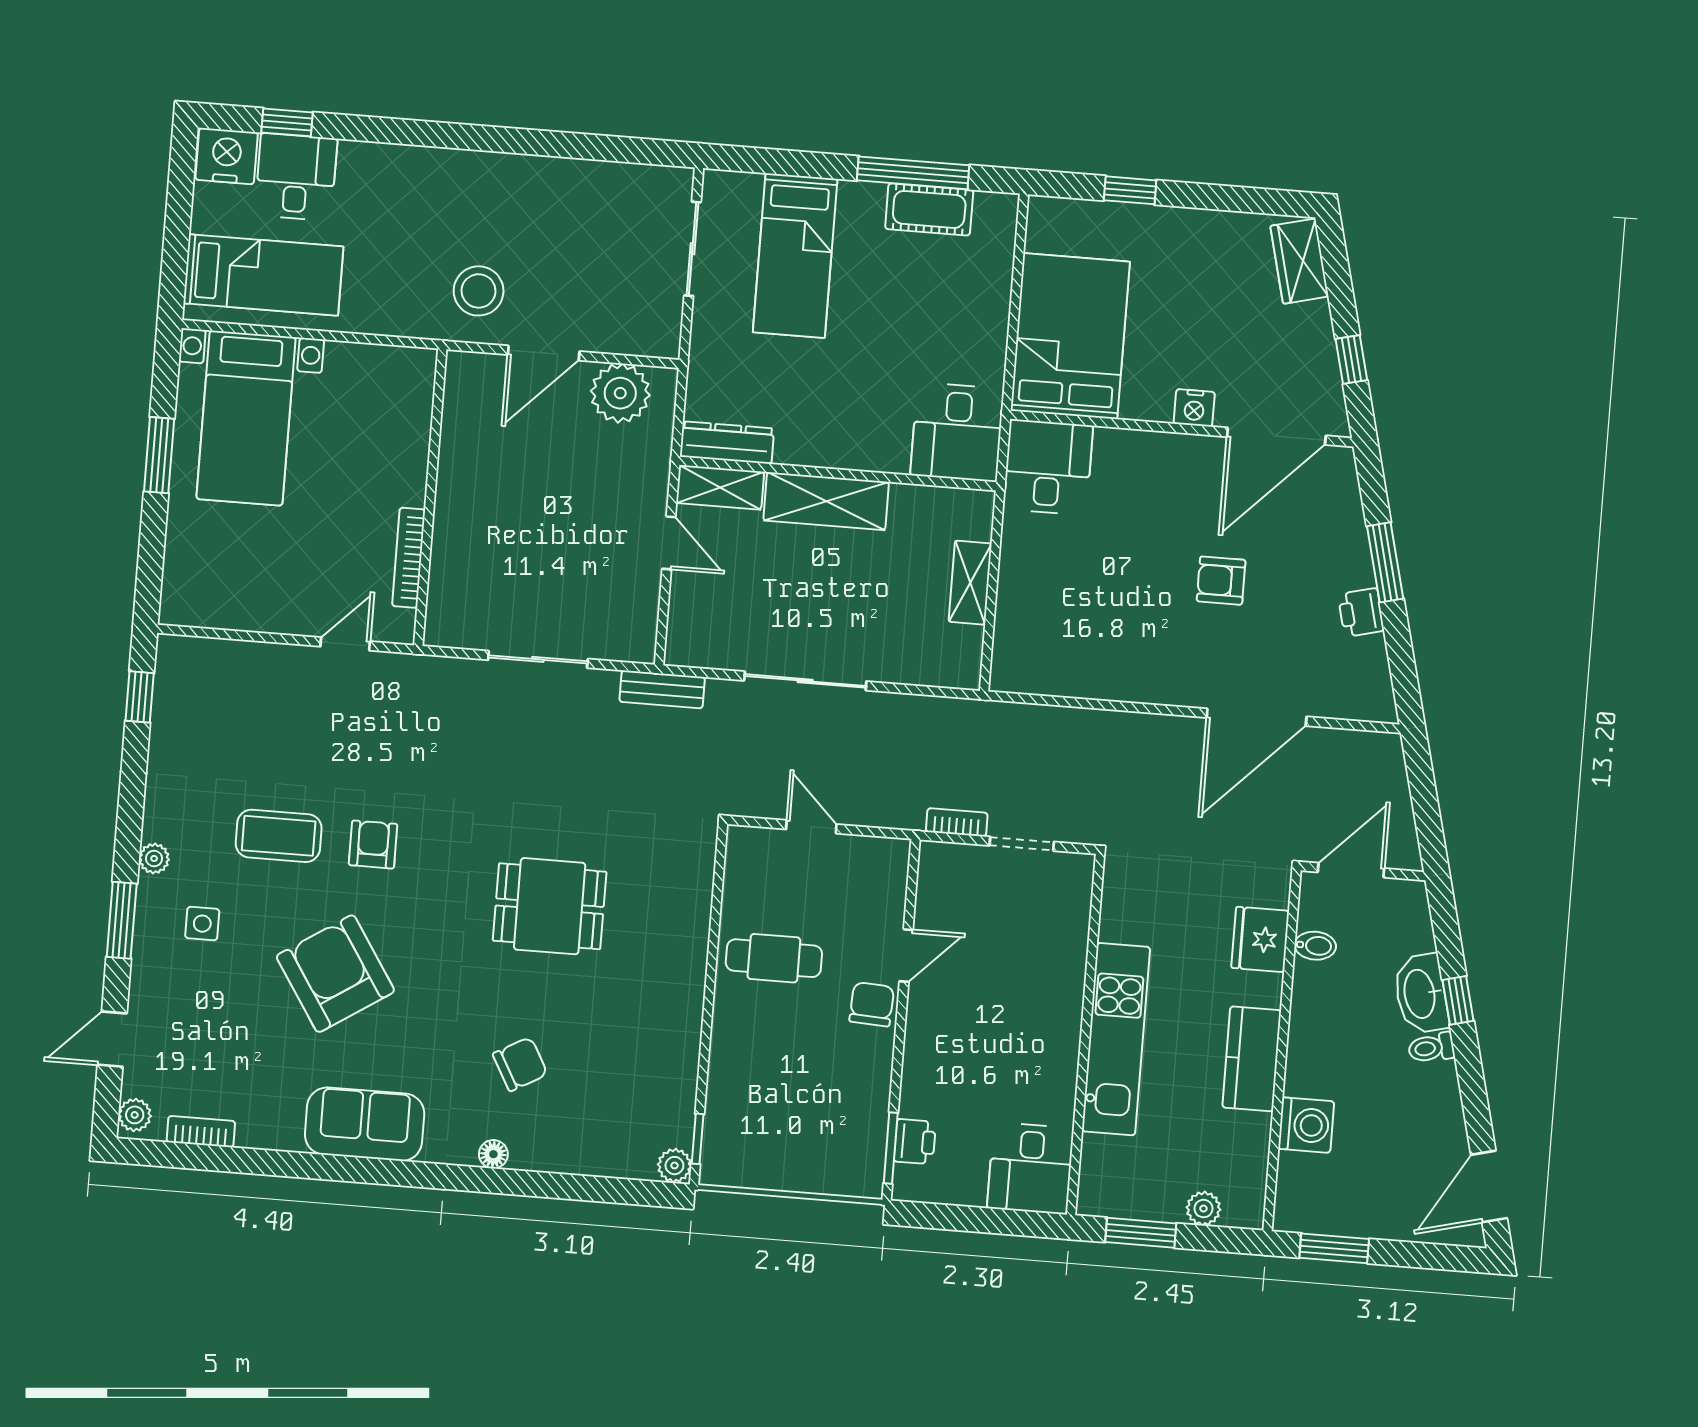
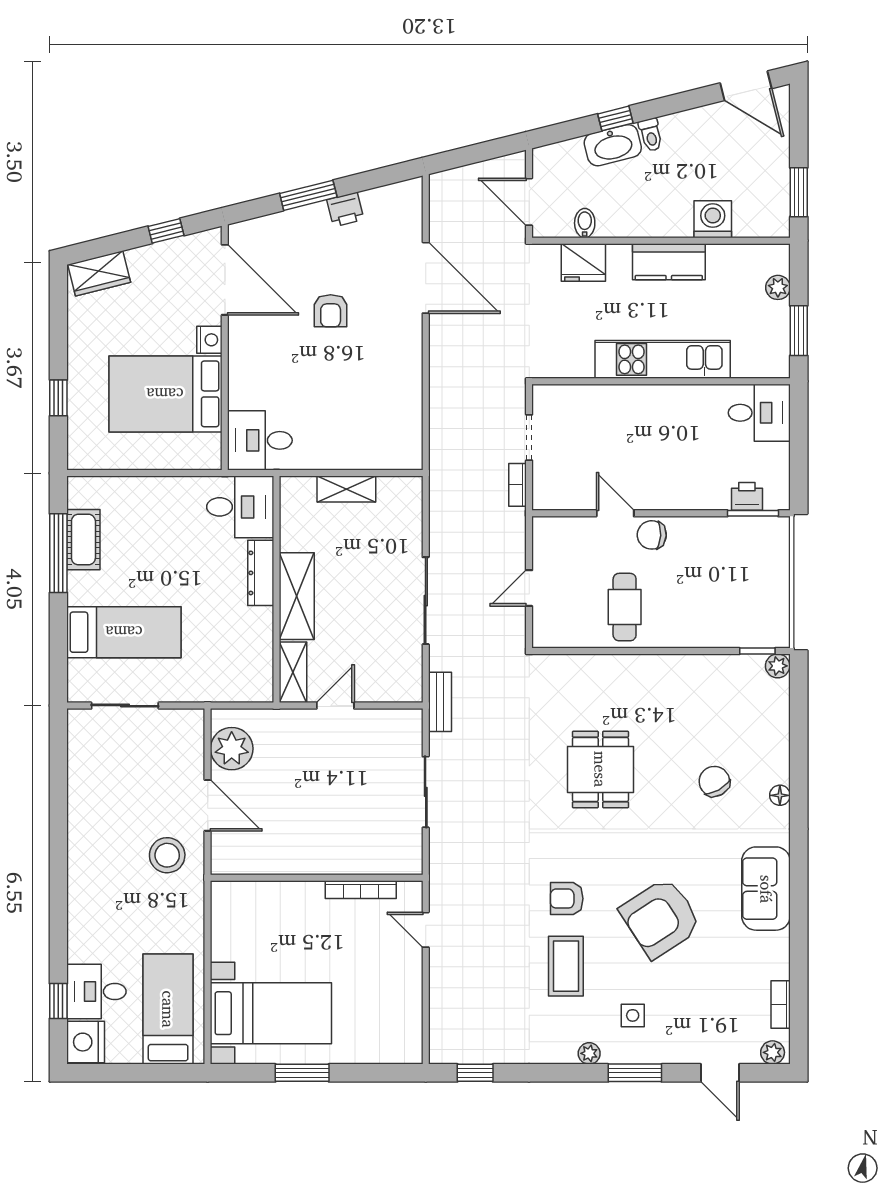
bed: (1070, 336) -> (165, 394), moved
dresser: (727, 443) -> (261, 573), moved

